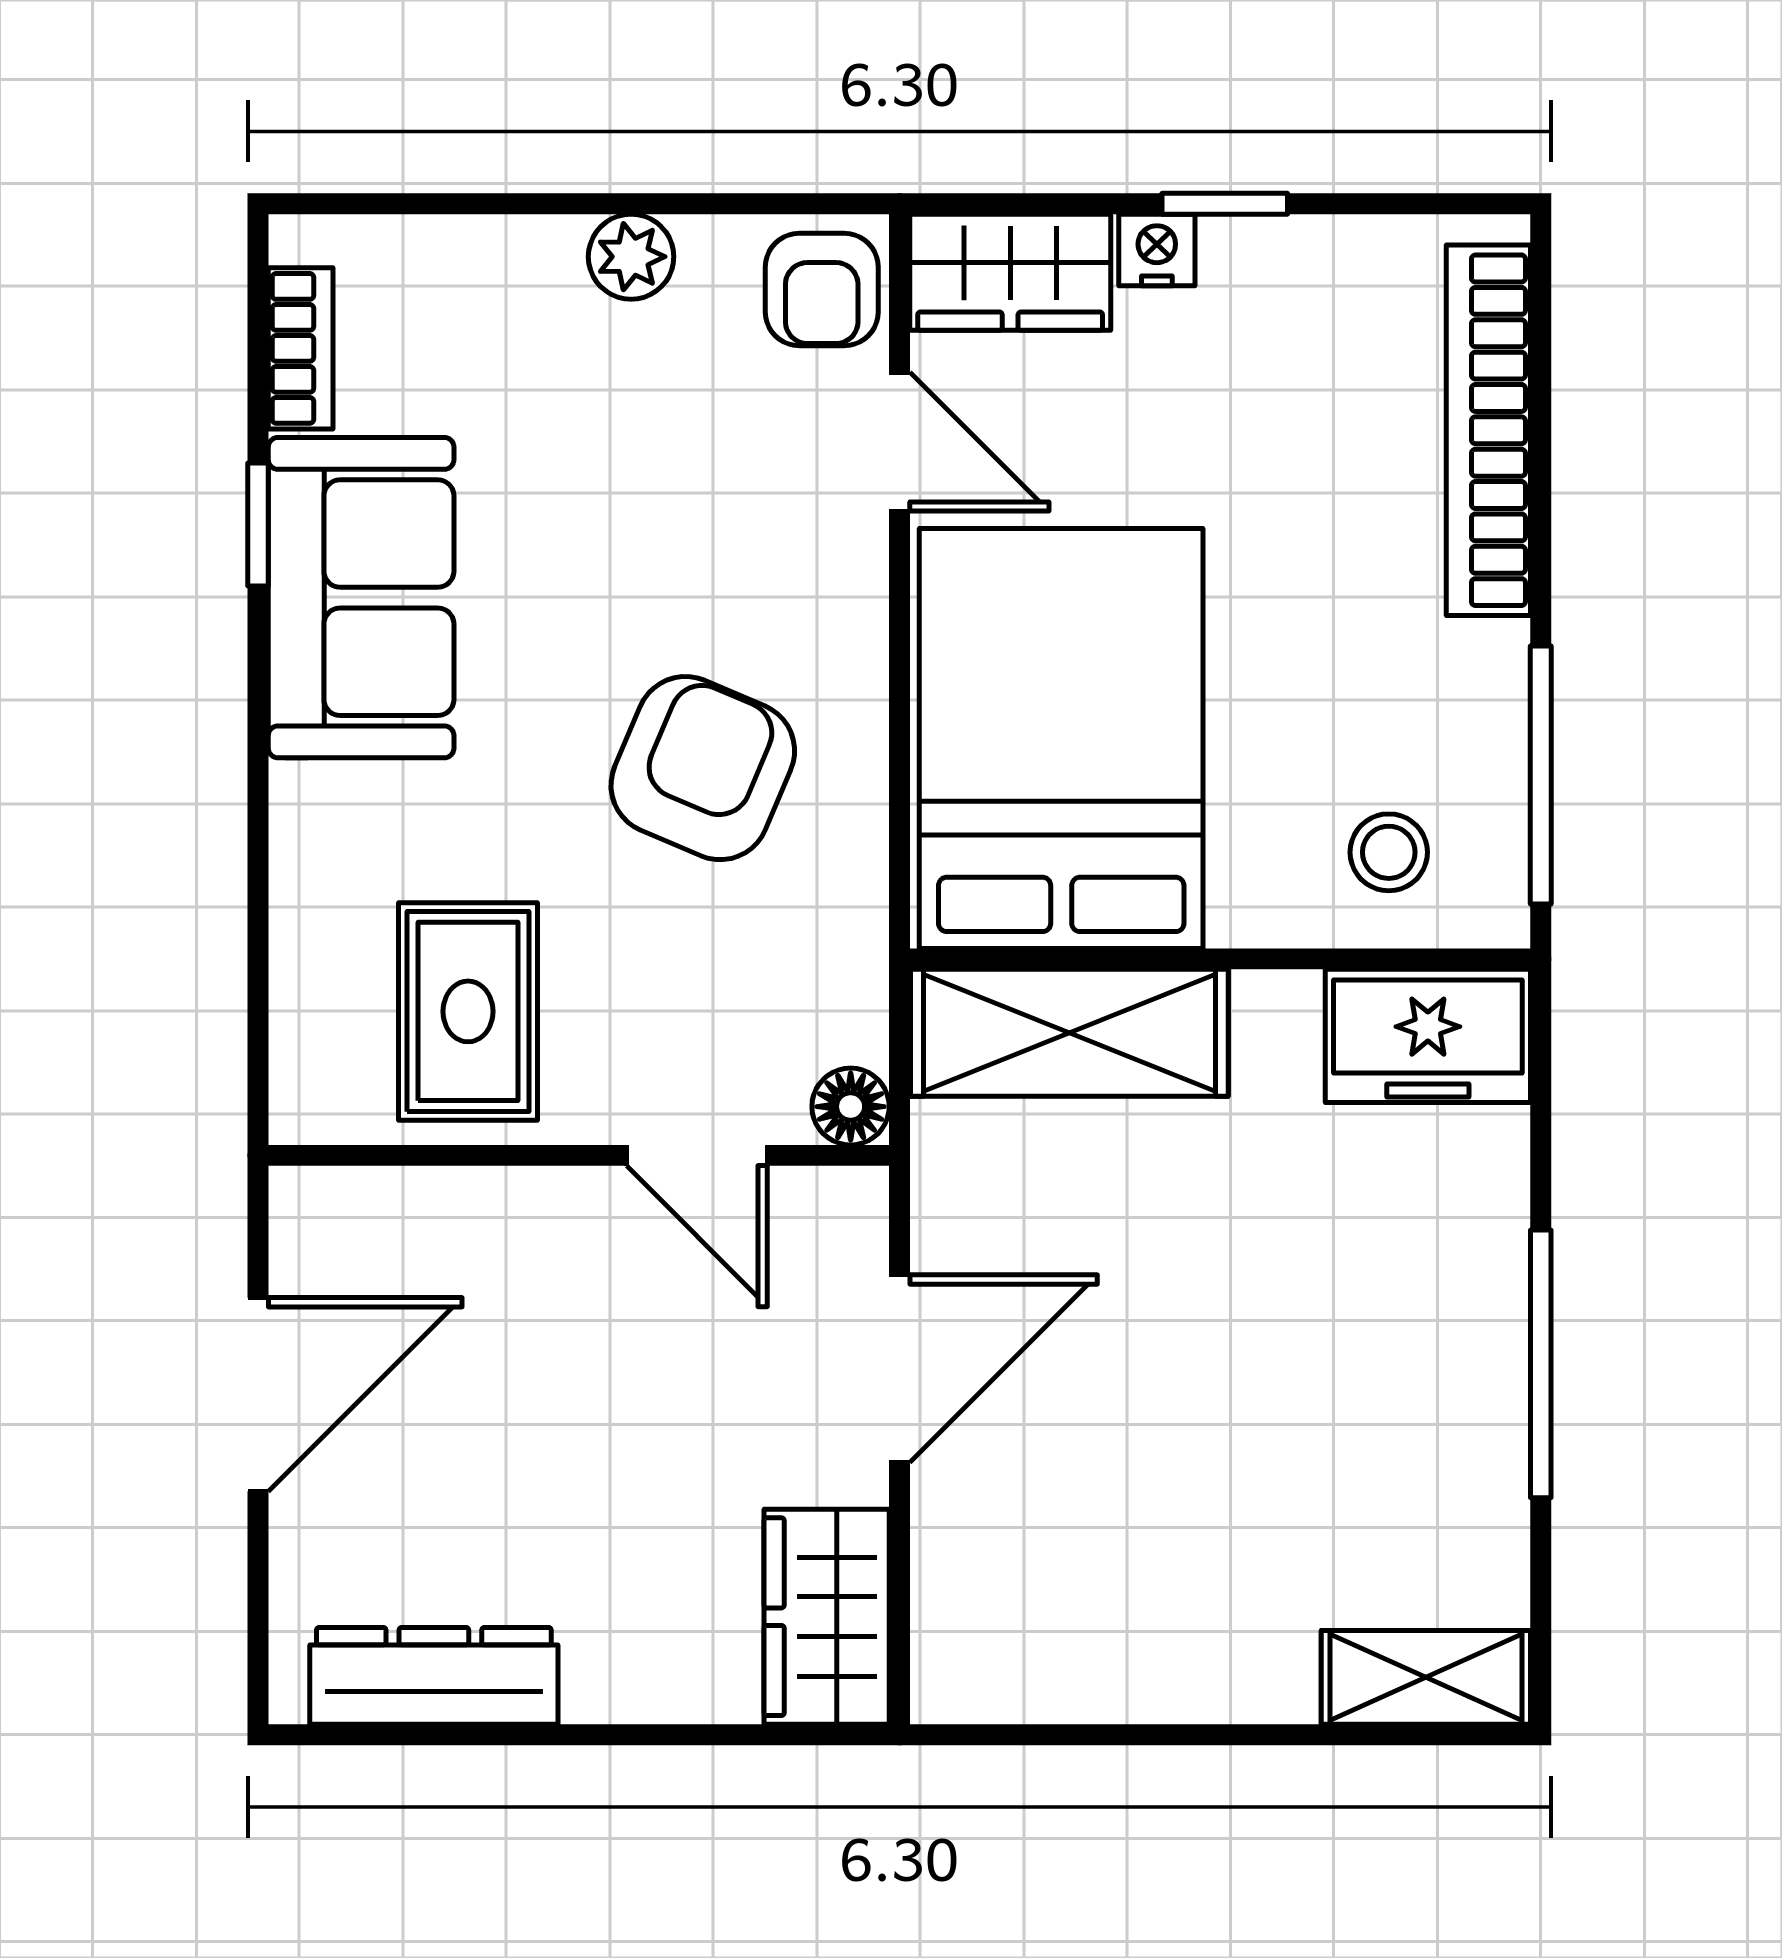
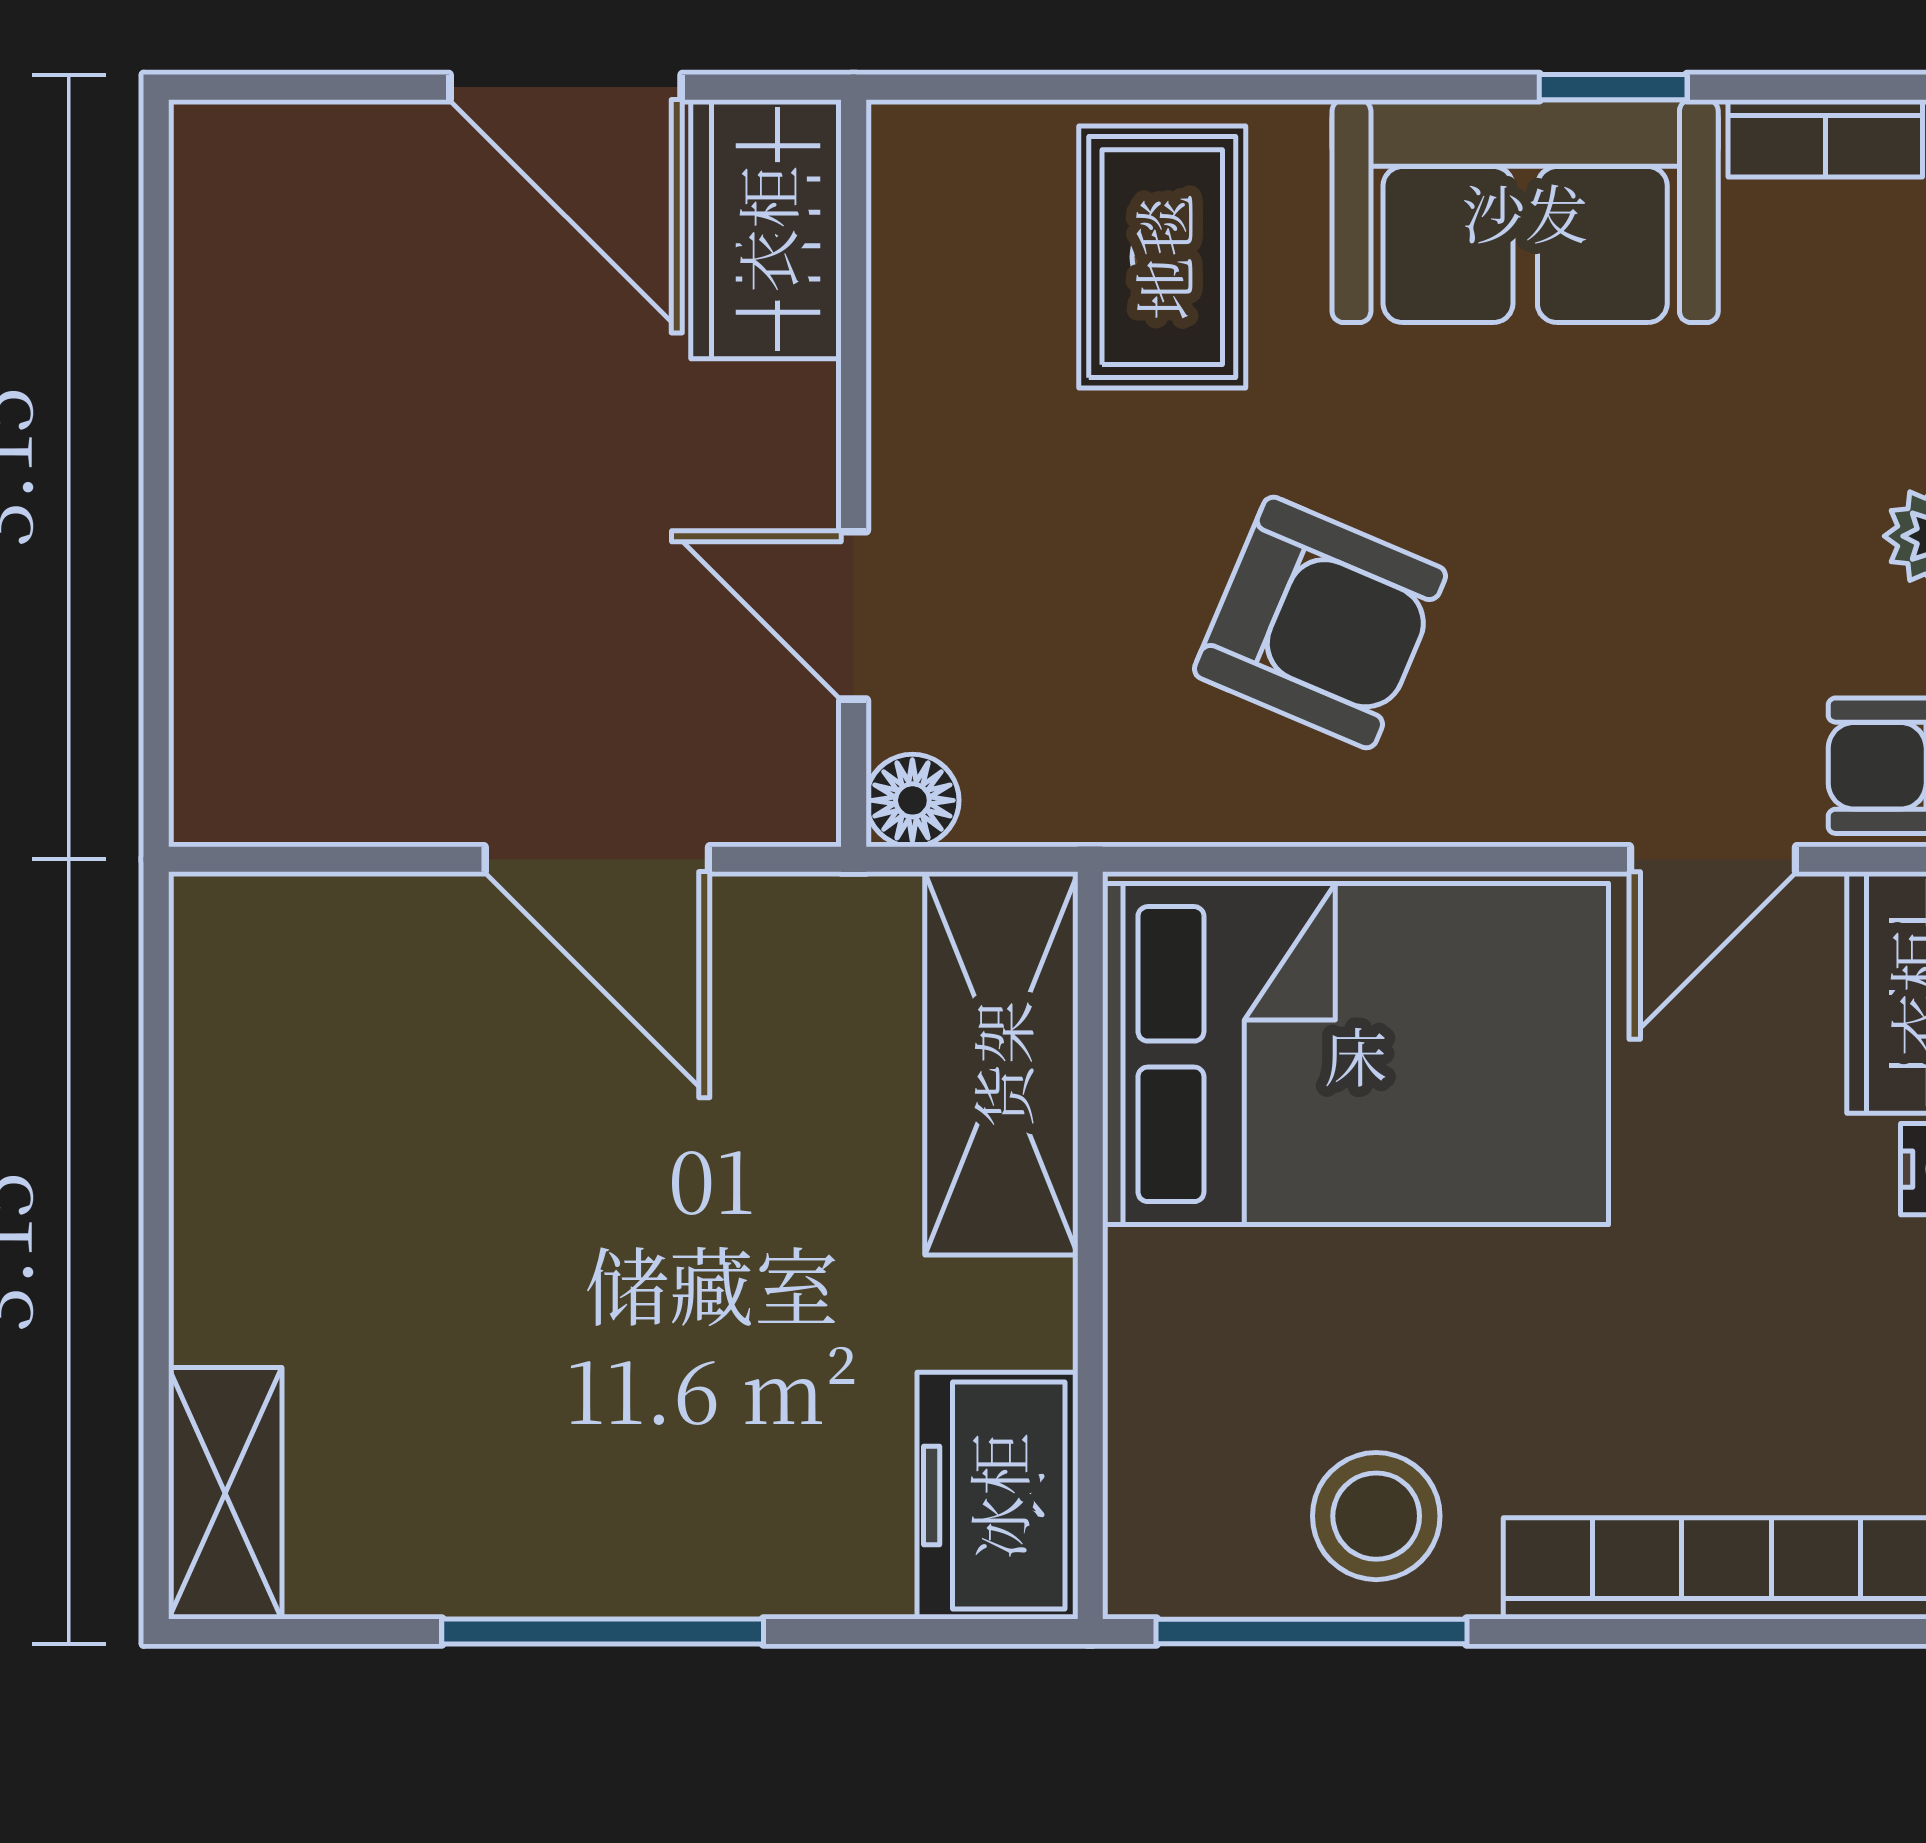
stool: (1389, 852) -> (1376, 1516), moved, width x1.37, depth x1.37
rug: (468, 1011) -> (1162, 257), moved, turned 90
door: (697, 1155) -> (854, 615), hinge flipped
wardrobe: (827, 1617) -> (766, 229), moved, turned -90
dresser: (434, 1676) -> (227, 299), removed

